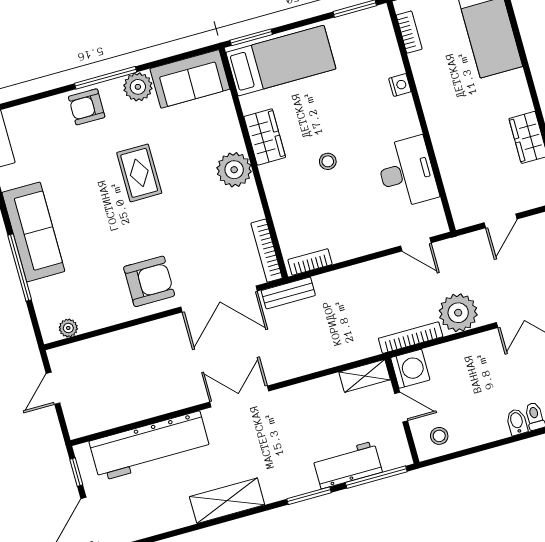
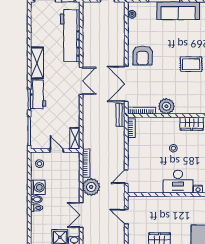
plant: (234, 170) -> (166, 106), moved
desk: (407, 172) -> (178, 182), moved
washing machine: (410, 369) -> (38, 187), moved, turned -90
door: (401, 407) -> (57, 151), swing flipped
workbench: (347, 465) -> (38, 94), moved

